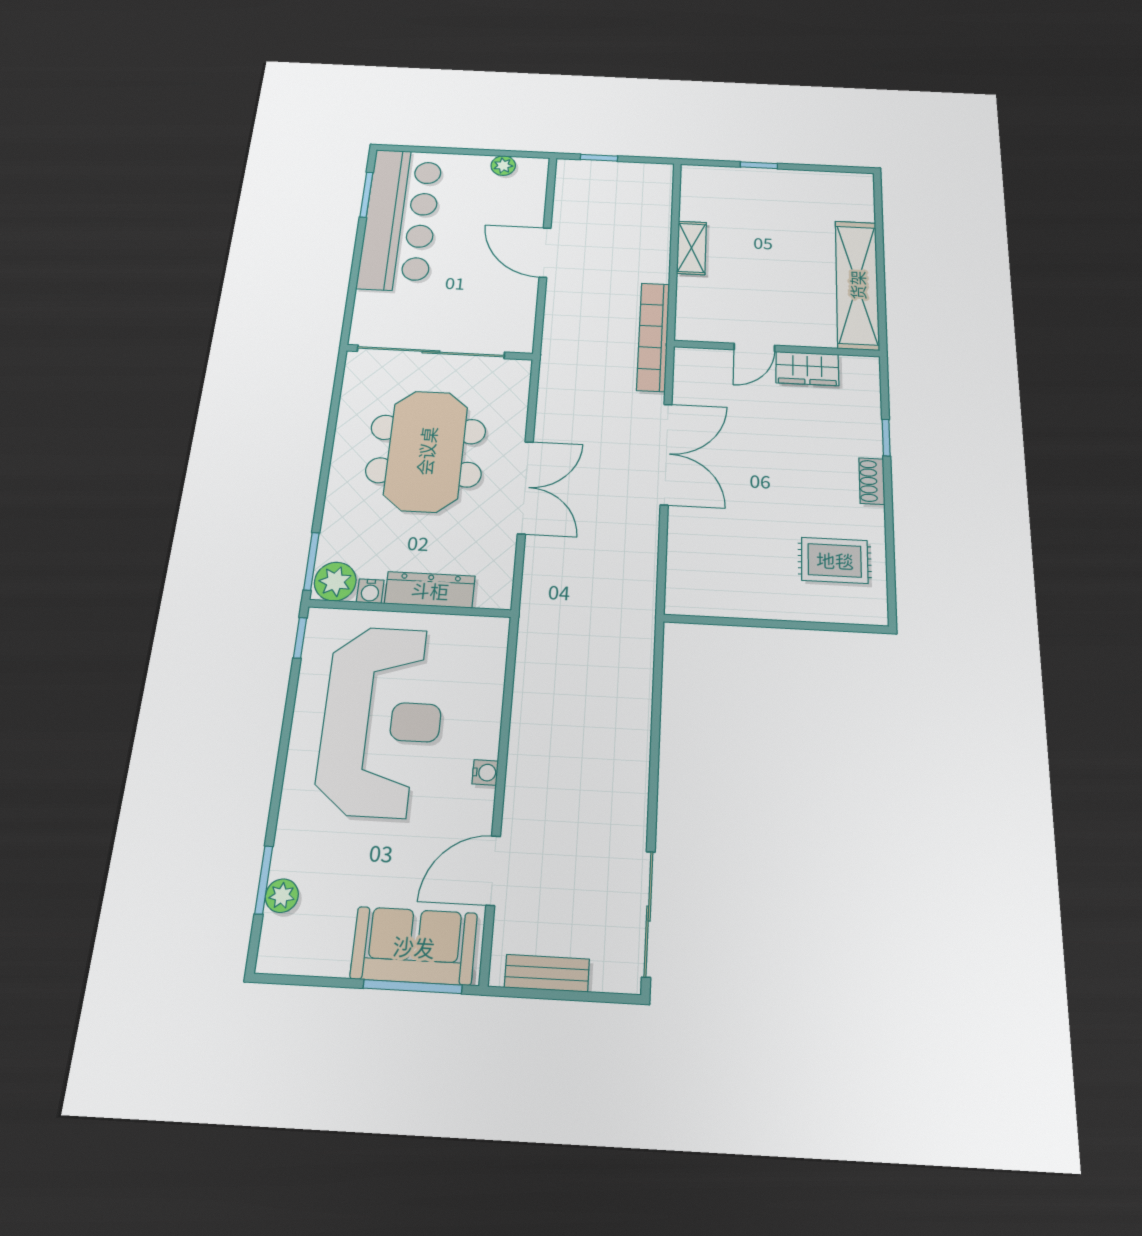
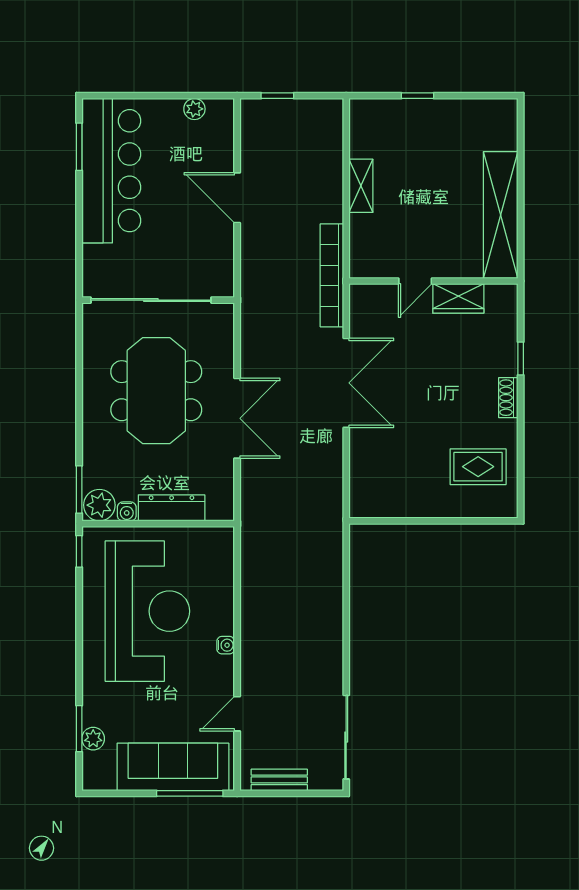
door: (493, 871) -> (237, 714), width x0.73
sofa: (414, 946) -> (173, 767), width x1.36

